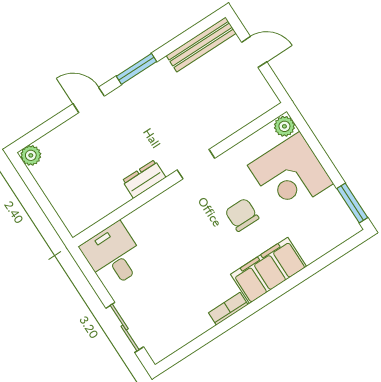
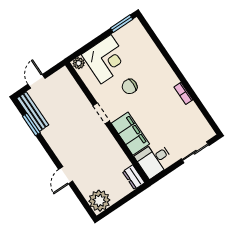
window: (136, 69) -> (31, 125), moved
plant: (31, 155) -> (99, 201), width x1.87, depth x1.87
dresser: (144, 179) -> (134, 177), moved
filing cabinet: (269, 270) -> (130, 134), moved, turned 180

